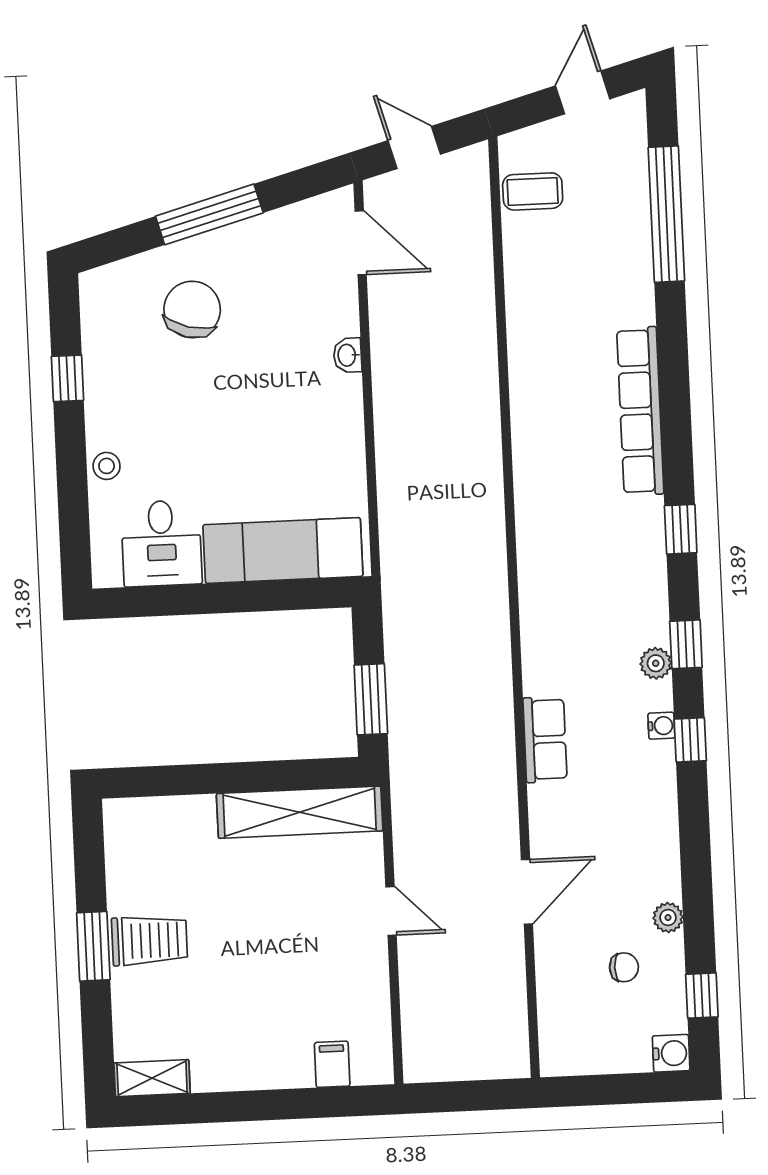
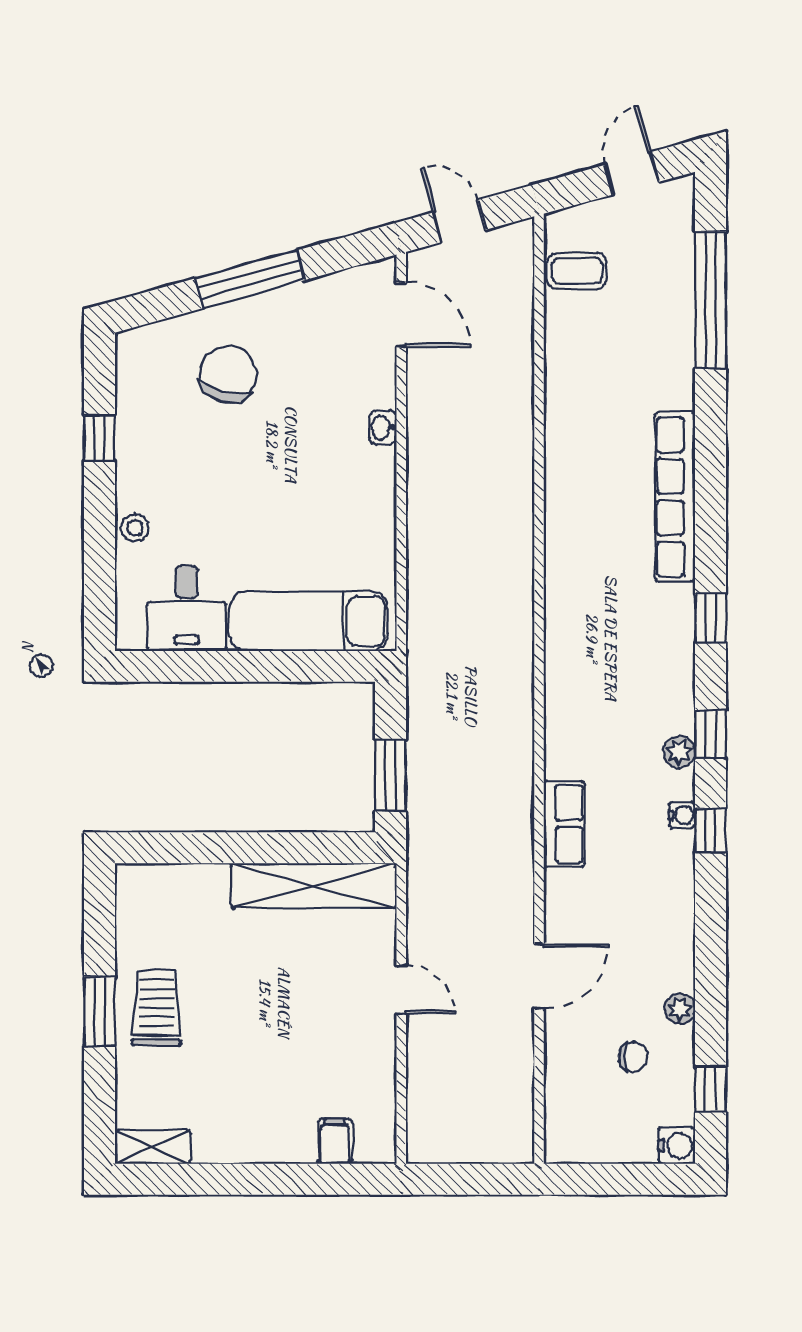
trolley: (149, 940) -> (156, 1008), turned -90

